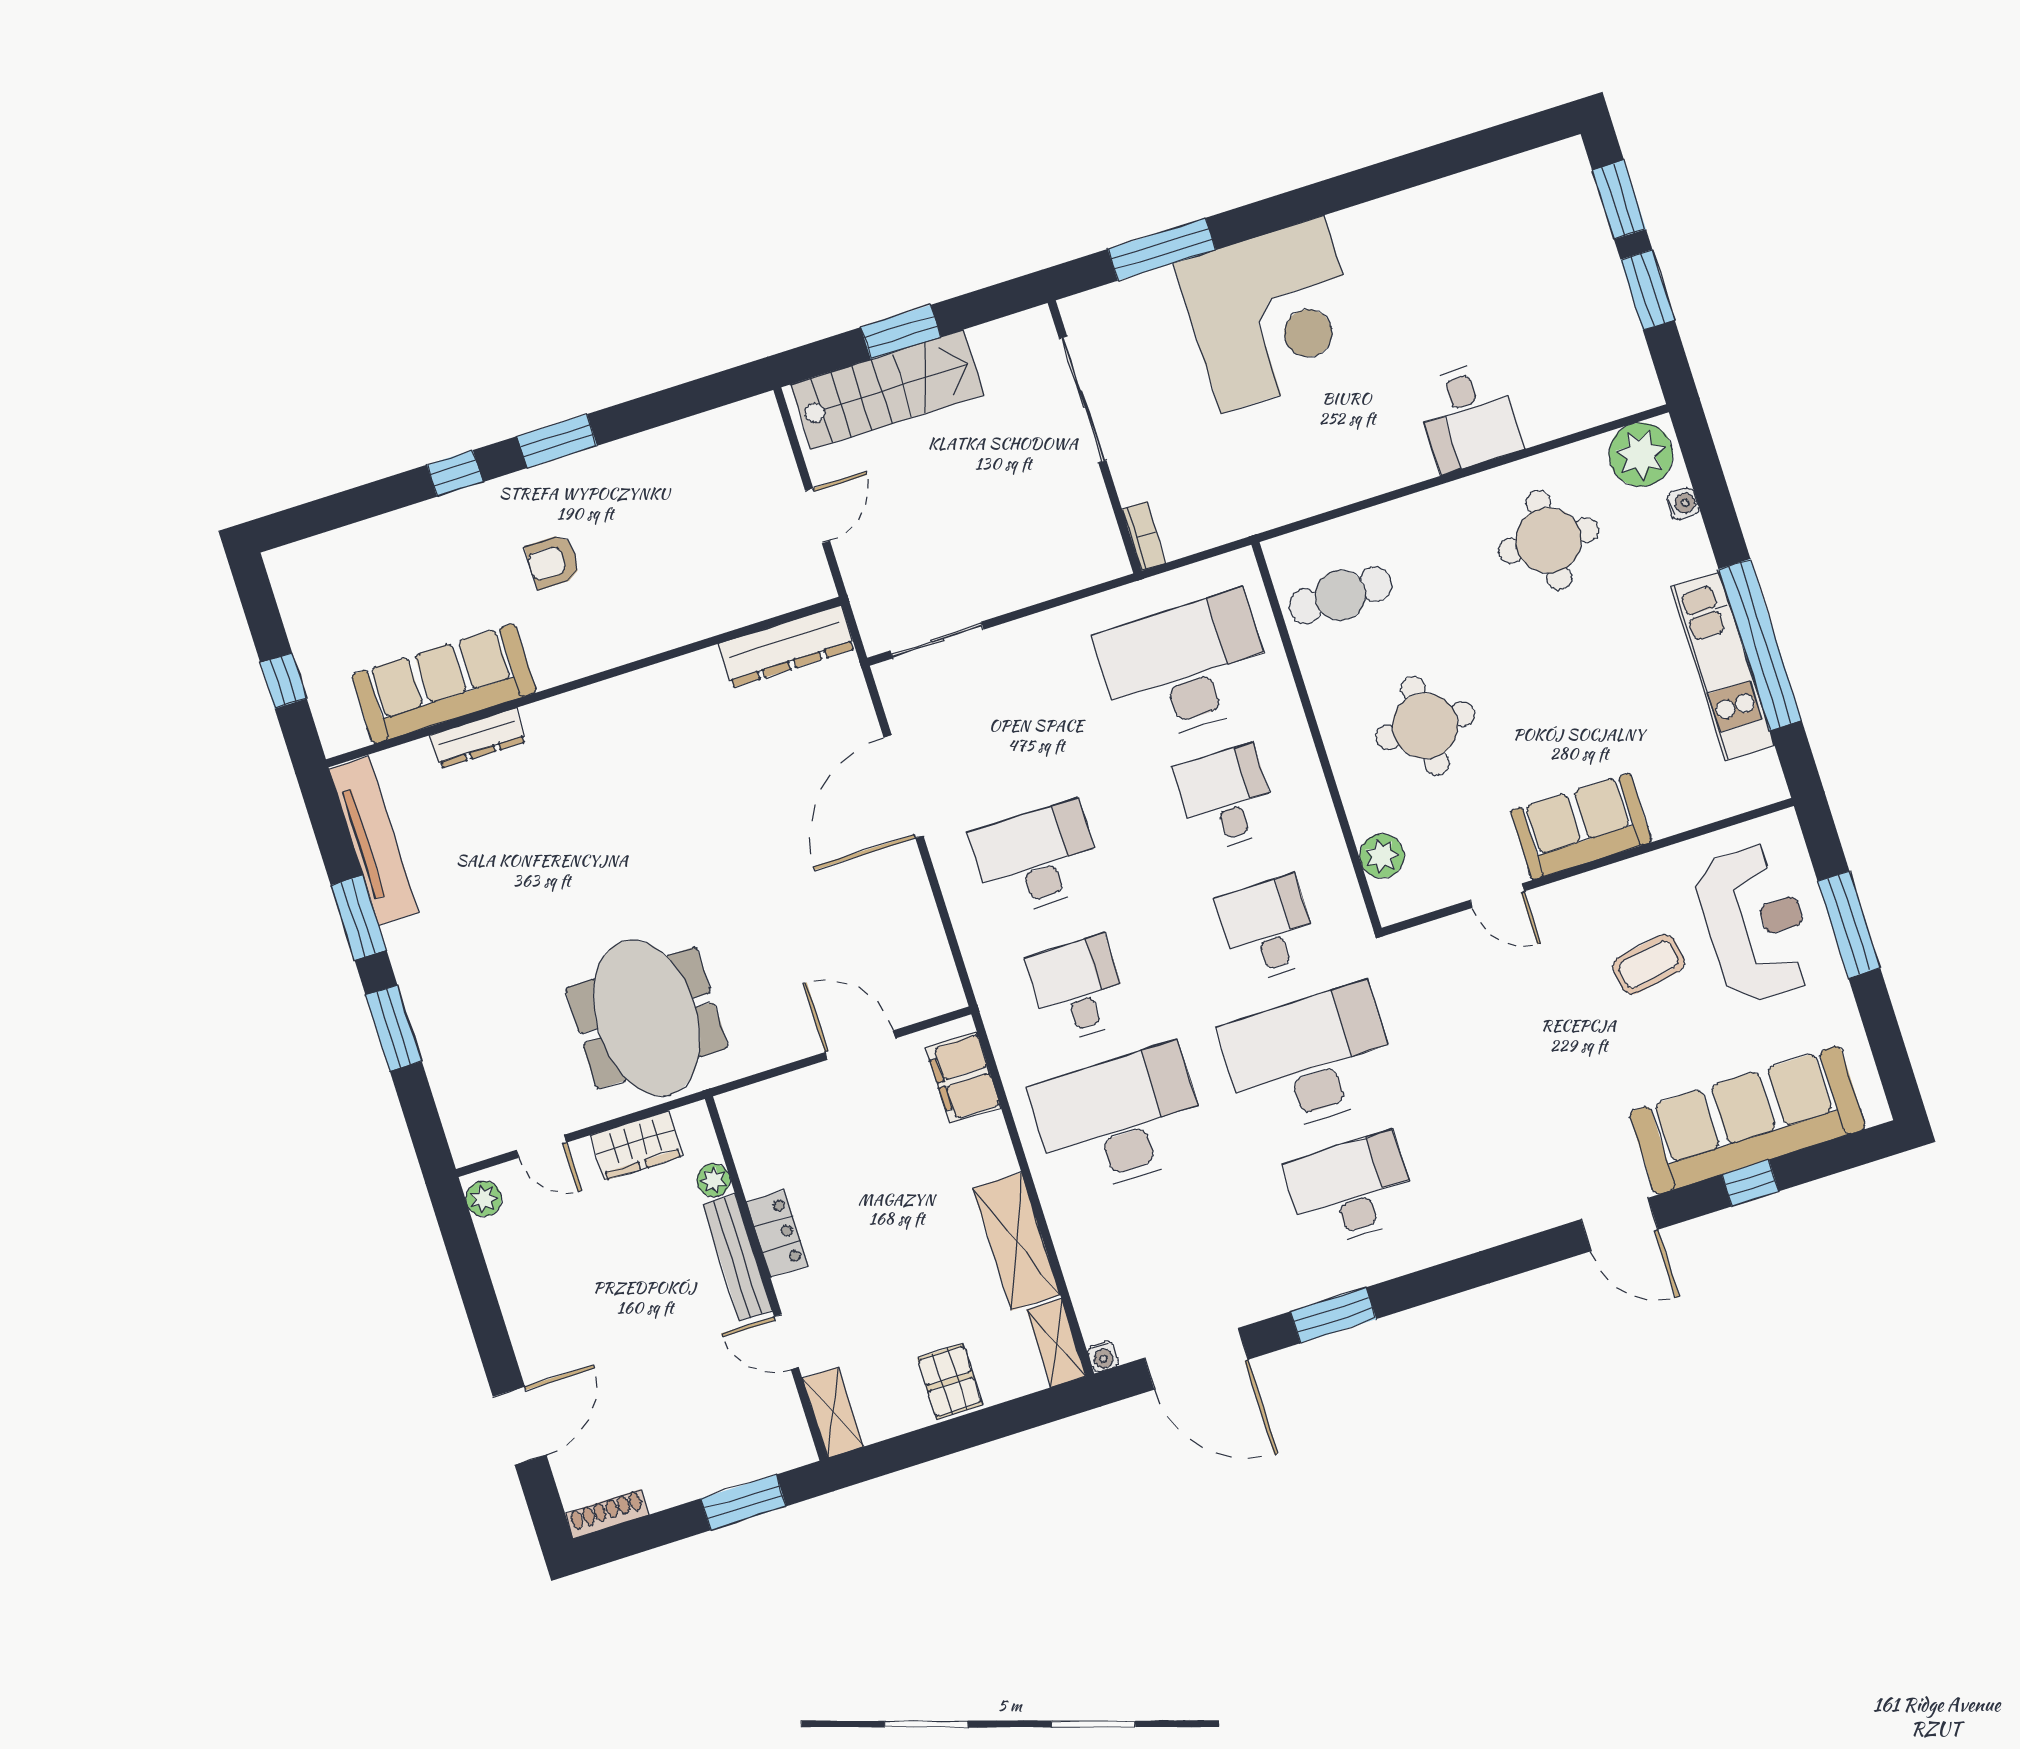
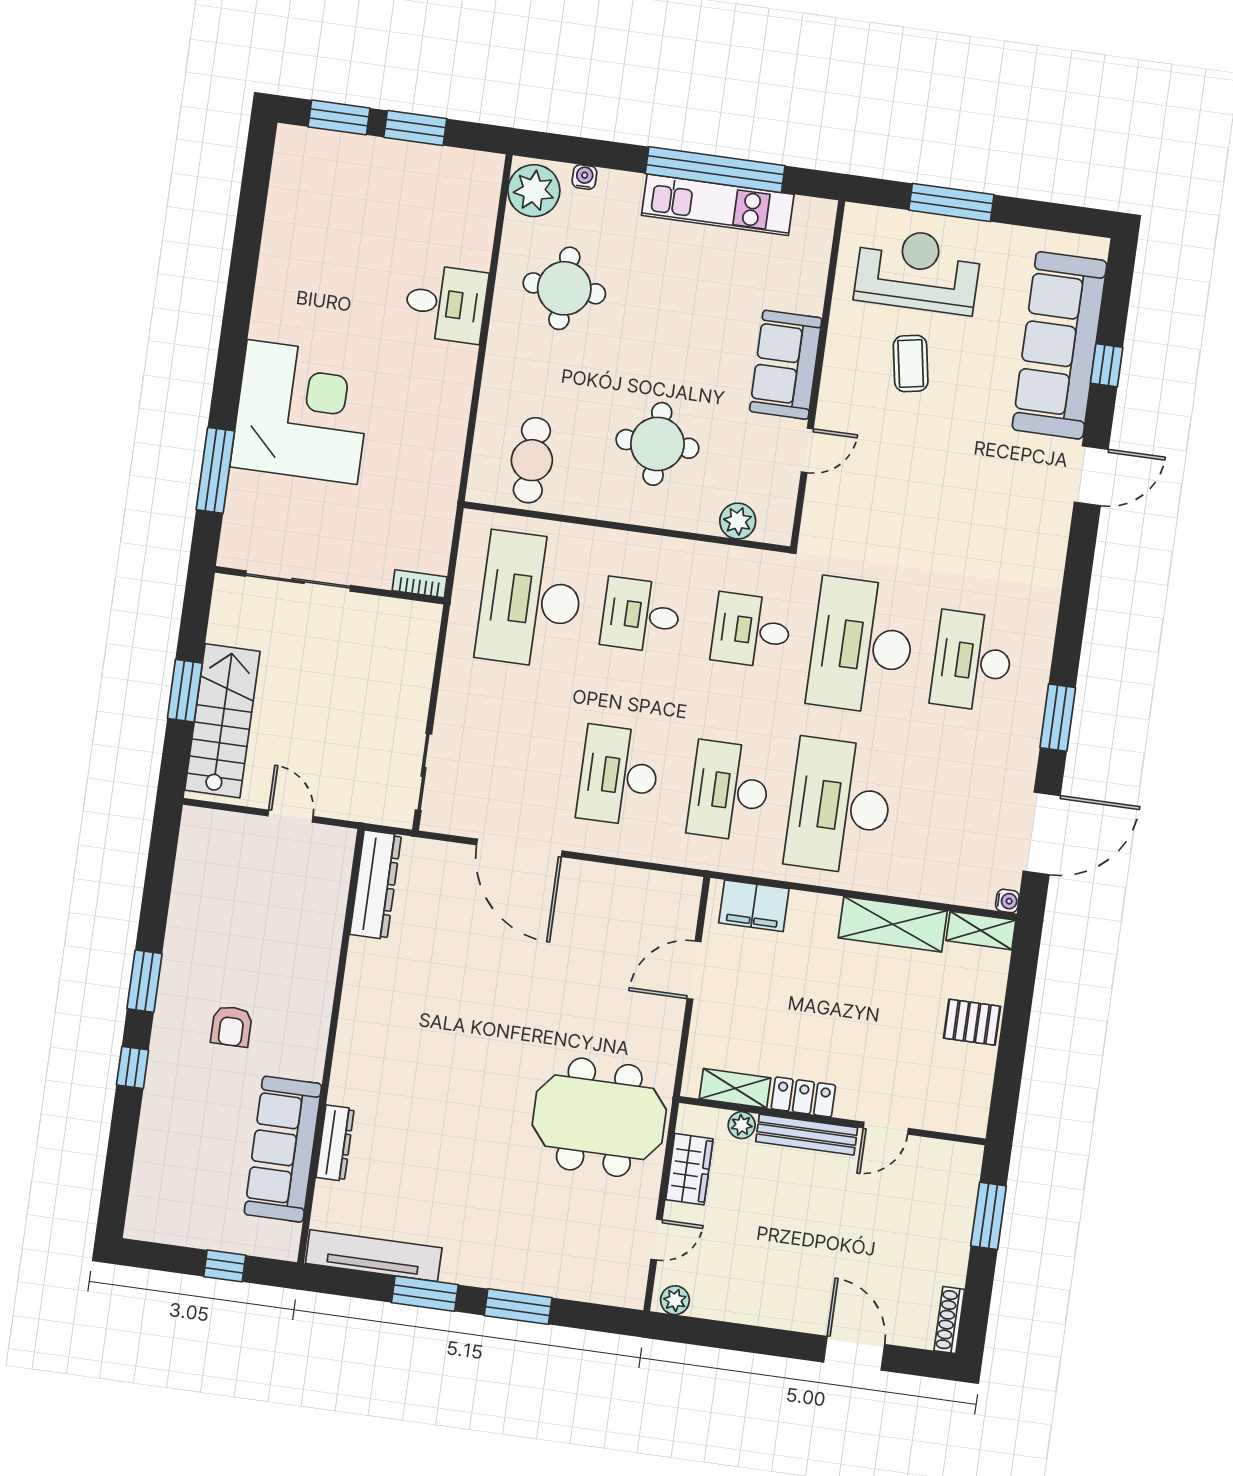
desk: (1078, 989) -> (729, 791), width x1.37
shelving: (833, 1413) -> (735, 1088), moved

